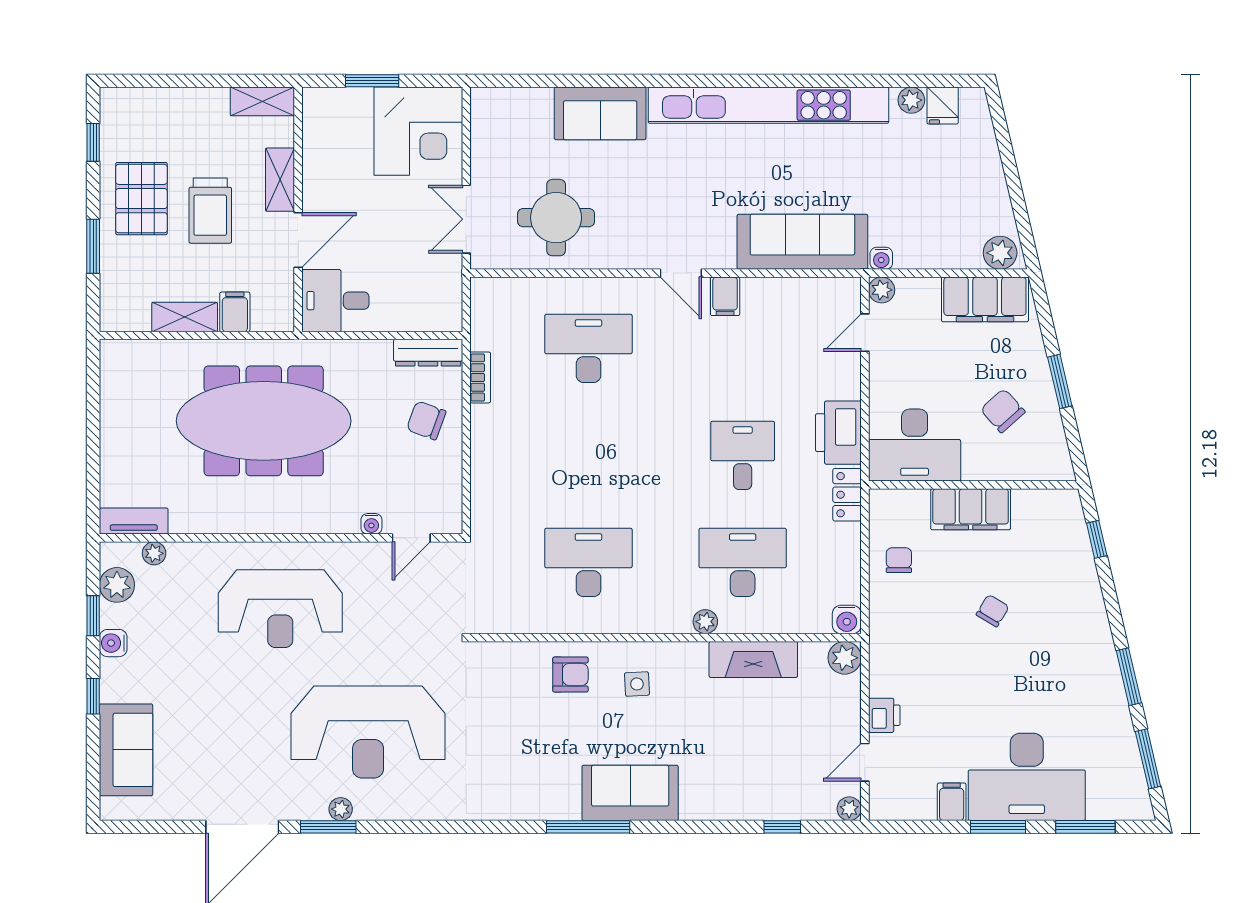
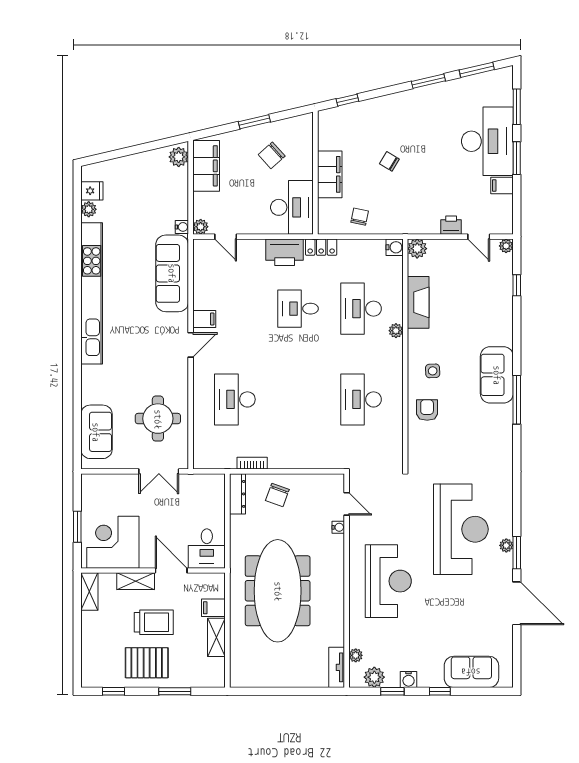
sofa: (600, 113) -> (96, 432), moved
corner desk: (418, 131) -> (113, 542), moved, turned -90
chair: (899, 560) -> (360, 217), turned 102

